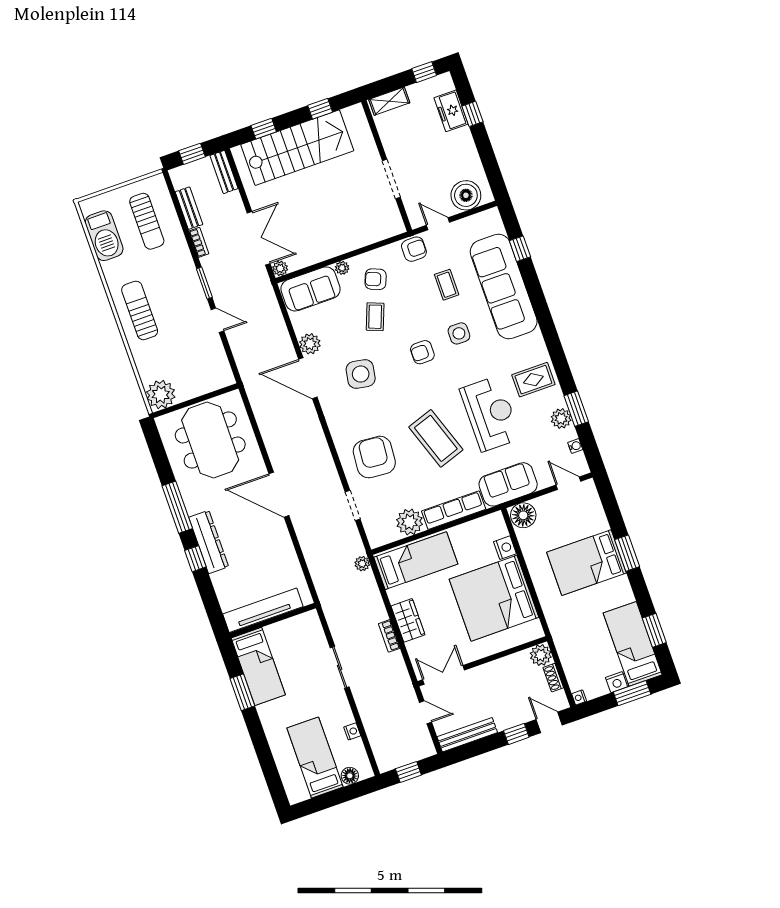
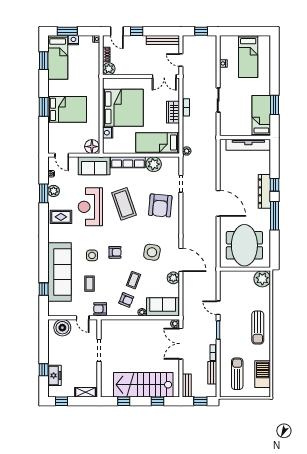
floor lamp: (350, 776) -> (233, 40), removed

